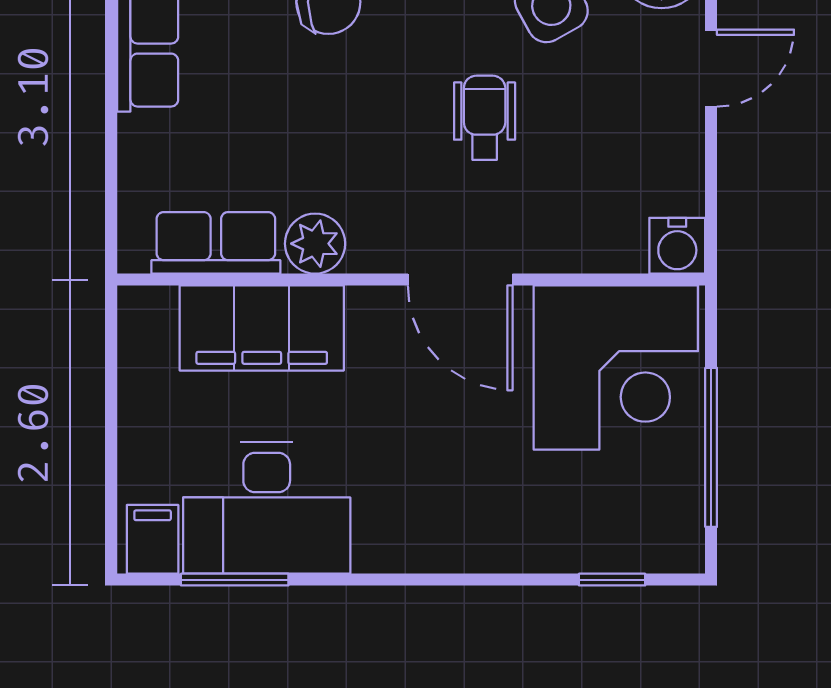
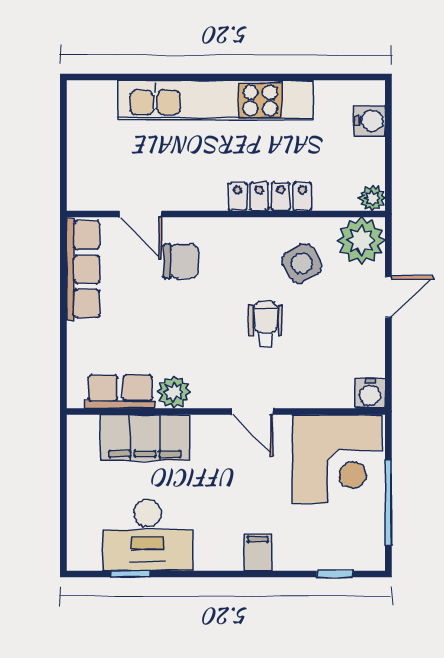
door: (460, 280) -> (252, 411), width x0.73
filing cabinet: (153, 539) -> (258, 552), moved
window: (235, 580) -> (130, 574), width x0.67

